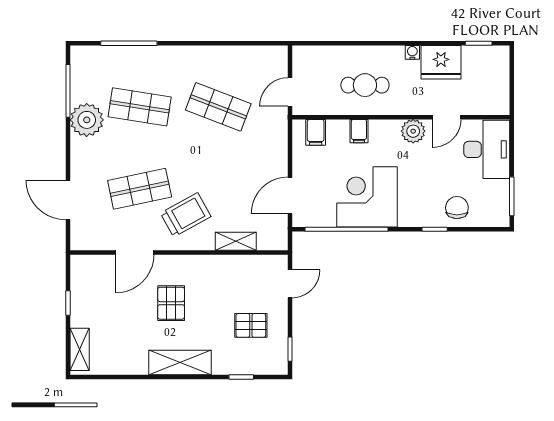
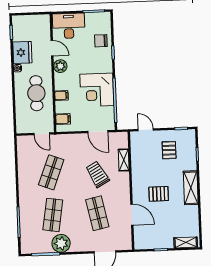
cafe table: (365, 85) -> (36, 93), width x1.37, depth x1.35
trolley: (186, 215) -> (97, 174), moved

